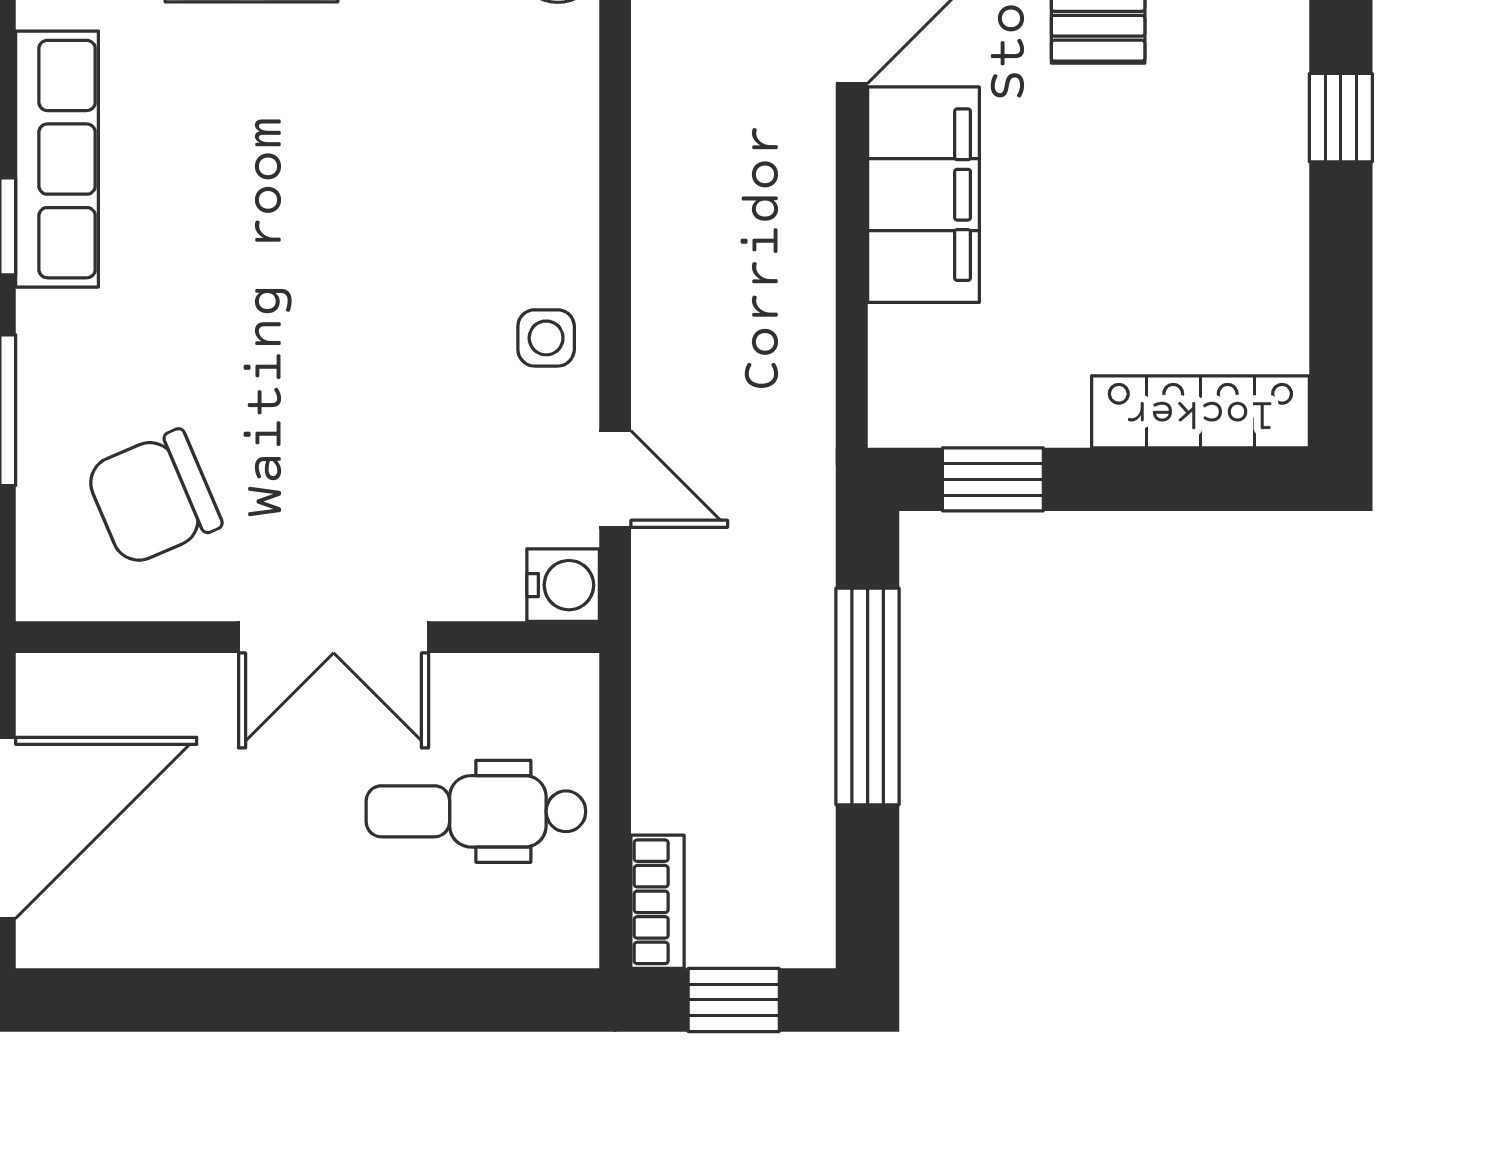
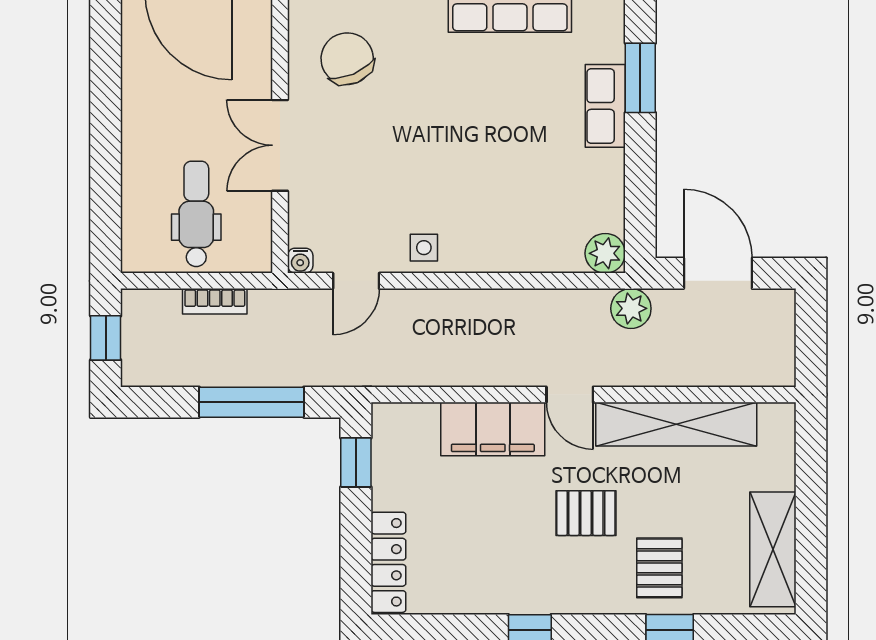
water cooler: (563, 585) -> (300, 261), width x0.72, depth x0.72
bookcase: (658, 902) -> (215, 301), moved

